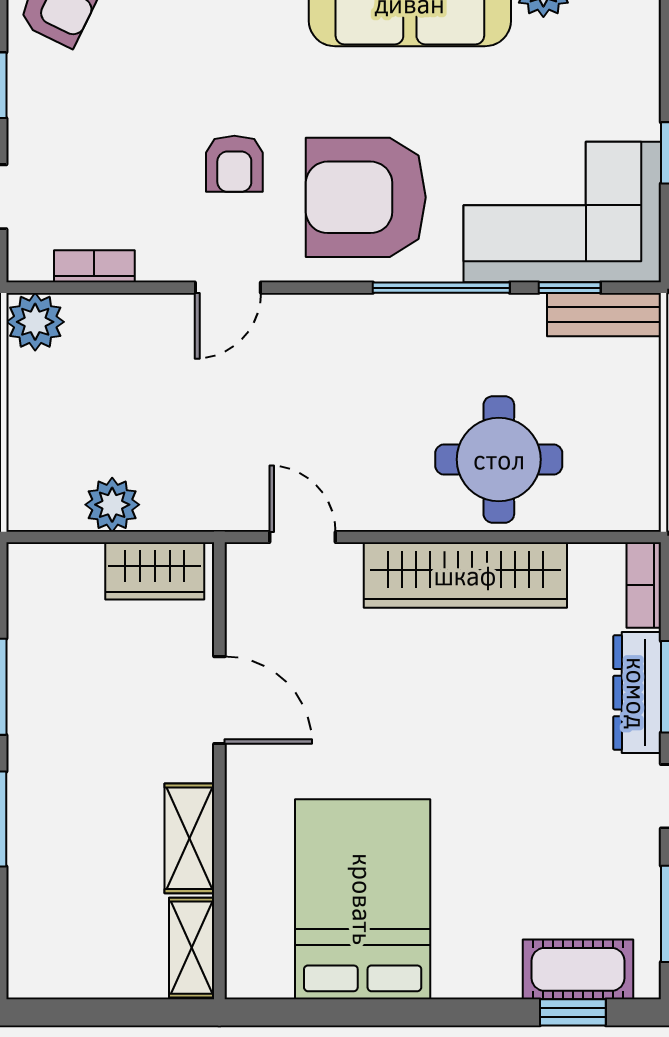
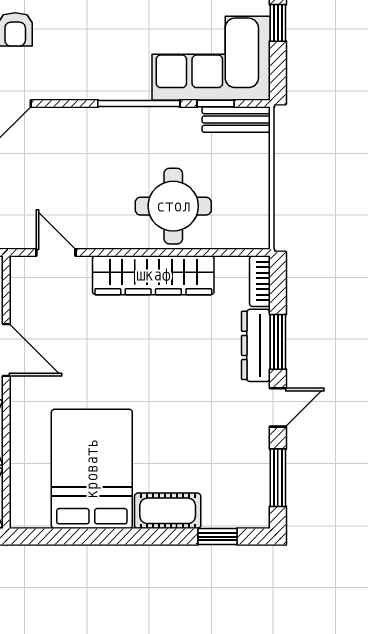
armchair: (366, 197) -> (94, 49), removed
cot: (578, 969) -> (168, 511), moved

